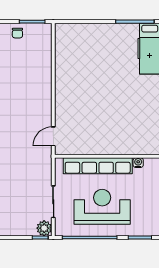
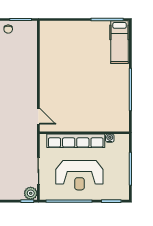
door: (53, 136) -> (38, 116), swing flipped
reception desk: (102, 207) -> (79, 175), turned 180

